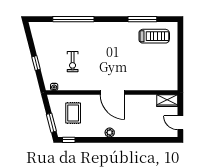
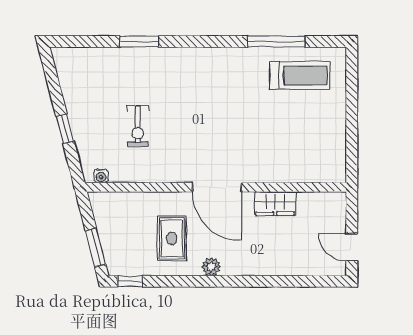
window: (73, 19) -> (139, 42), width x0.47
wardrobe: (167, 101) -> (275, 204), moved
rug: (73, 113) -> (172, 238), moved

